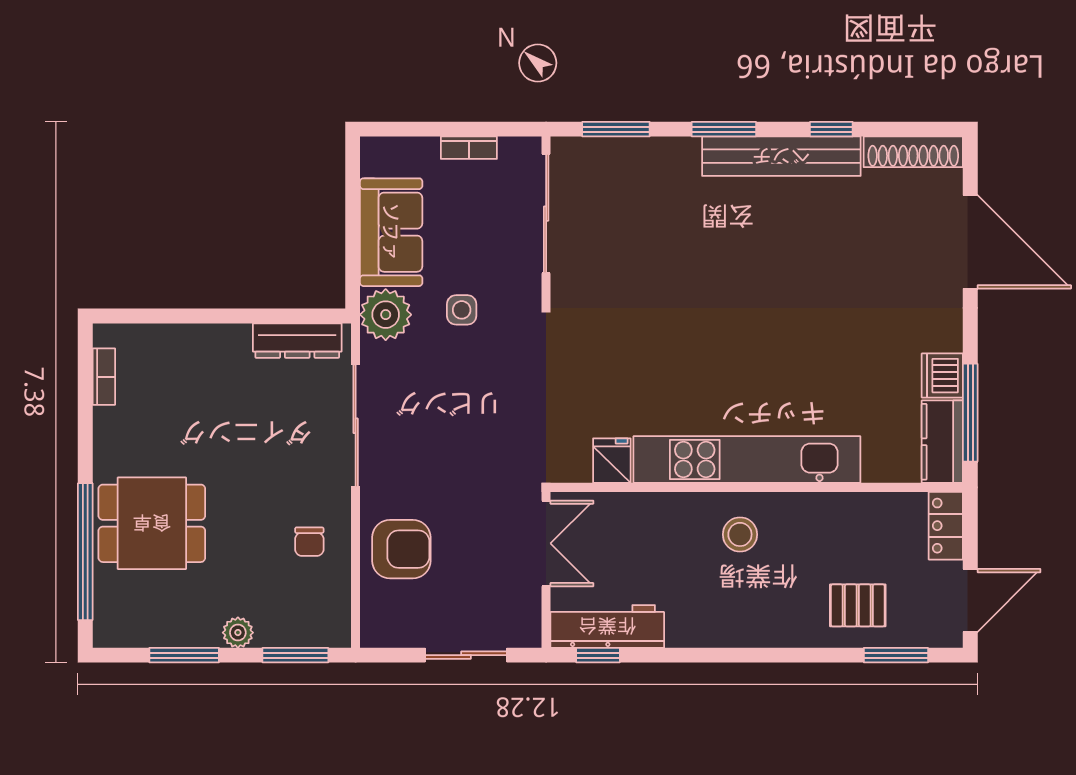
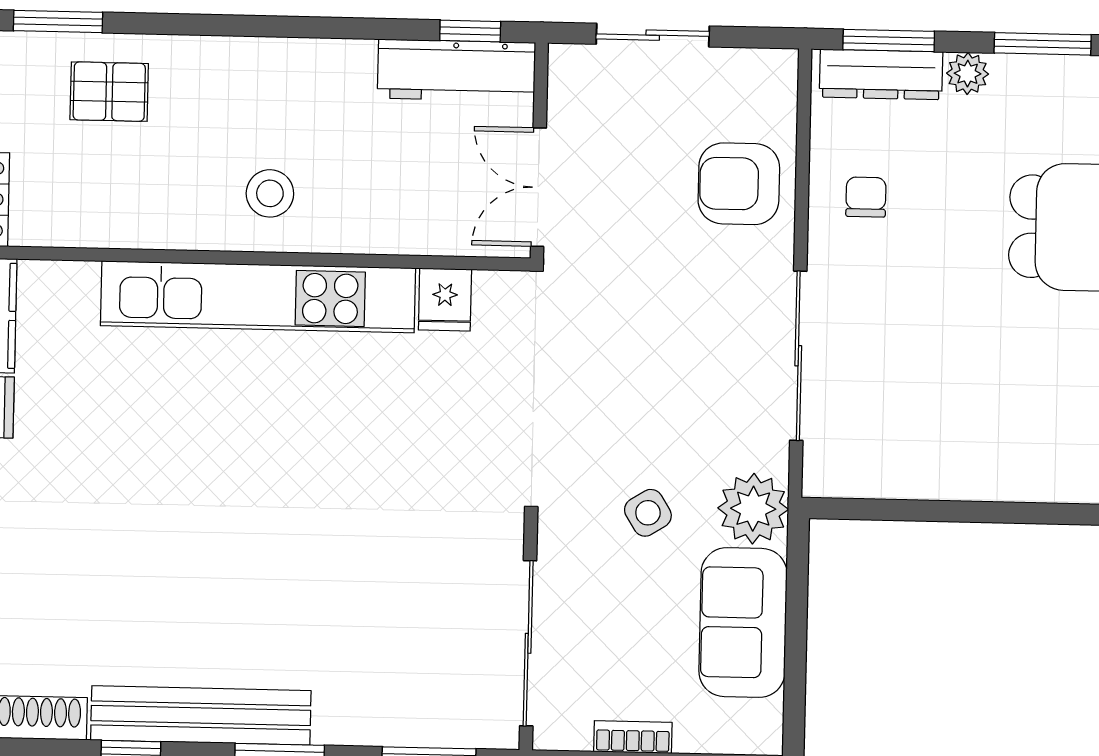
side table: (462, 310) -> (648, 513), turned -32
dresser: (297, 341) -> (881, 74), moved, turned 180

